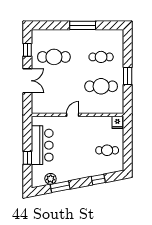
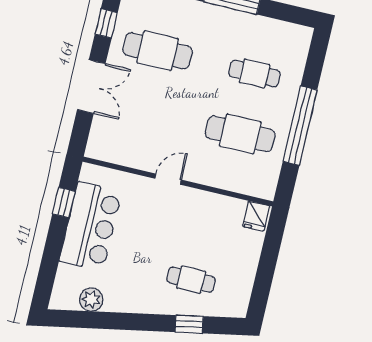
window: (128, 76) -> (300, 126), width x2.11
cafe table: (107, 150) -> (191, 280), moved
window: (27, 158) -> (64, 203), moved
window: (60, 187) -> (107, 320), removed

